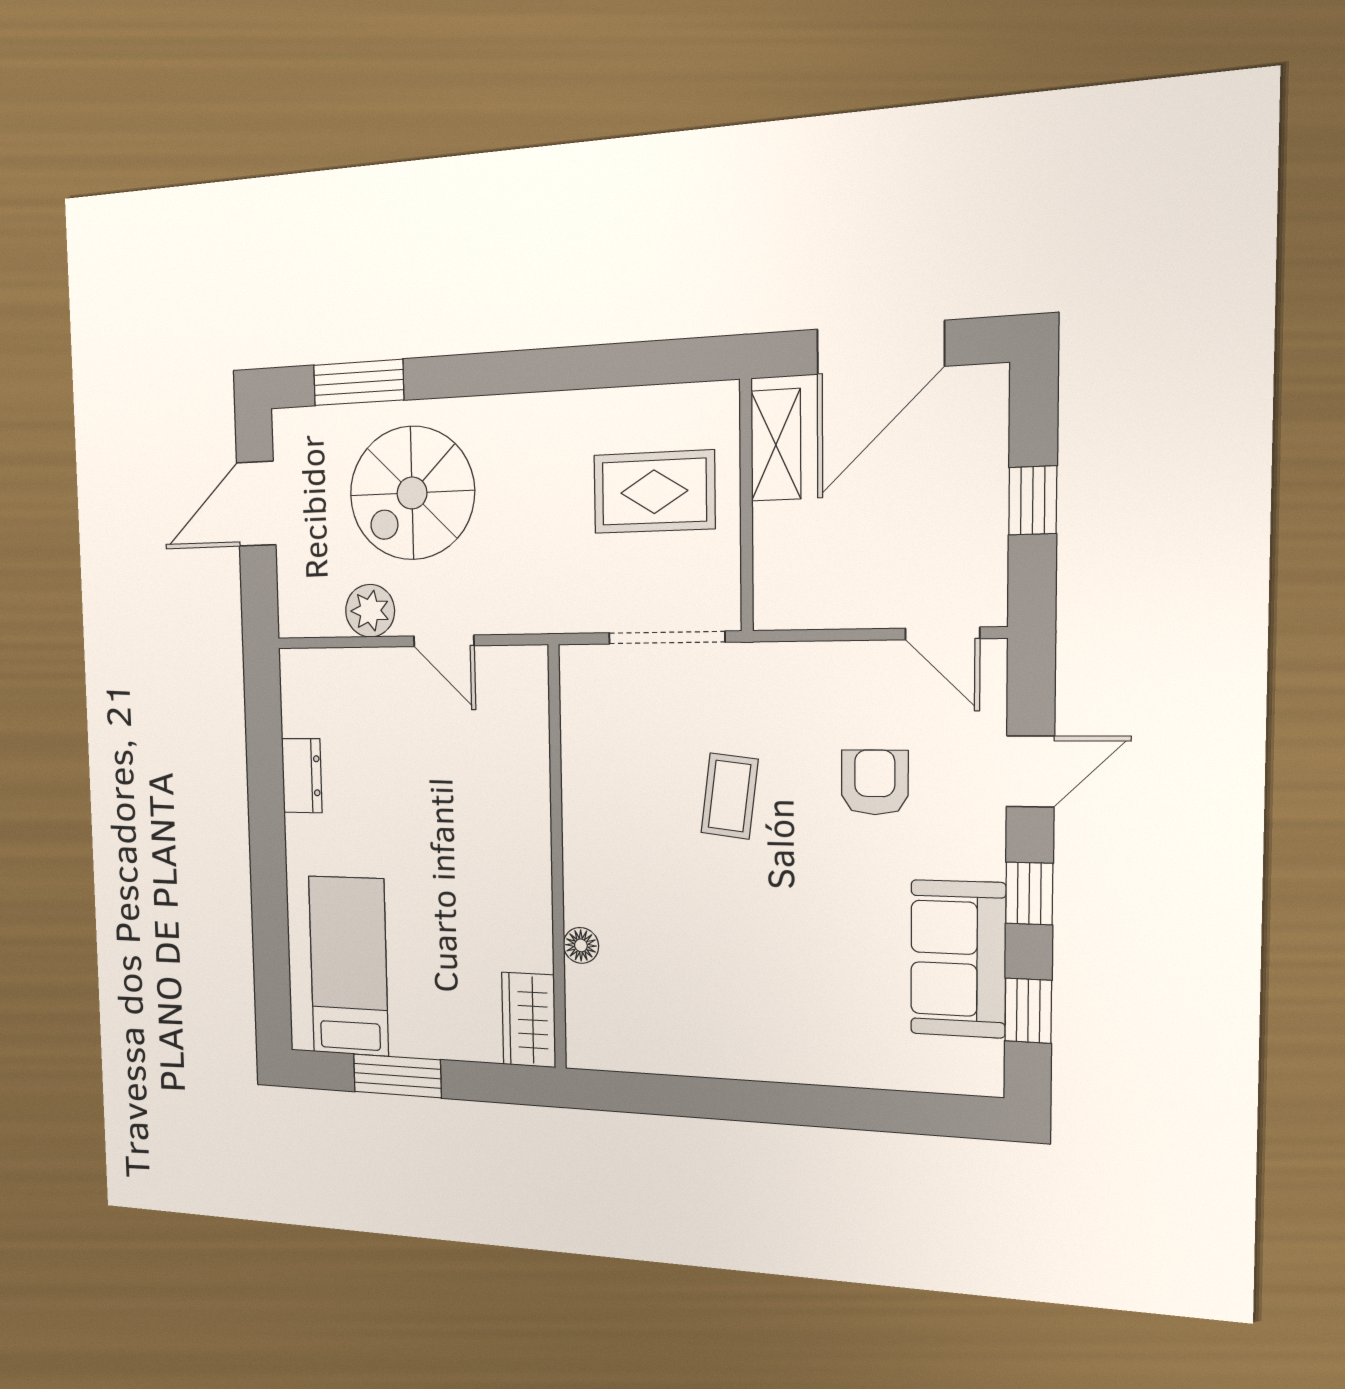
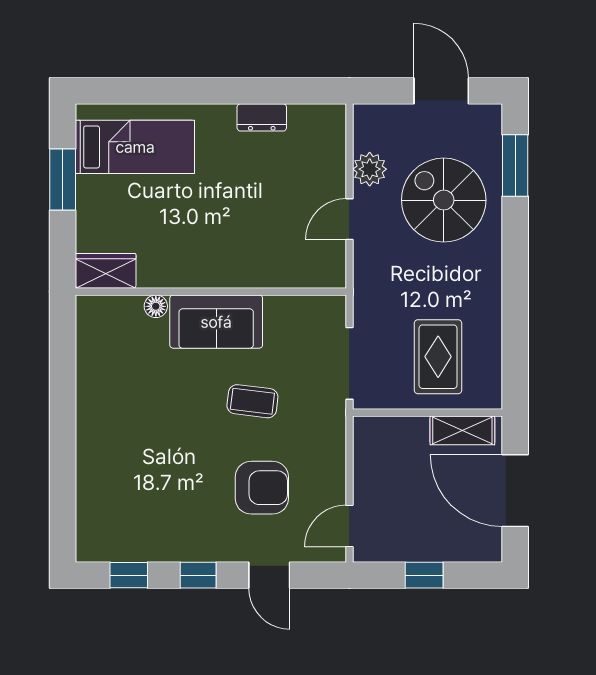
armchair: (875, 782) -> (262, 488), width x1.38, depth x1.38
sofa: (958, 959) -> (216, 322), moved, turned 180

